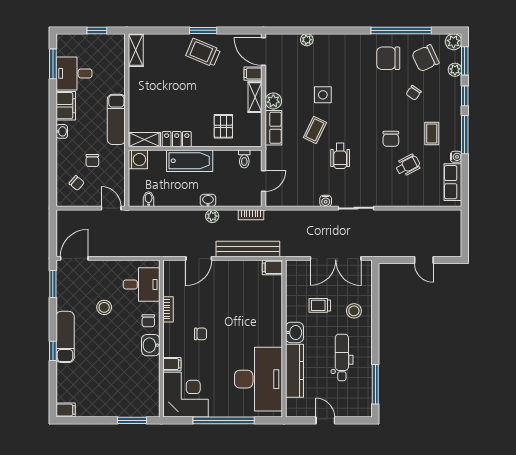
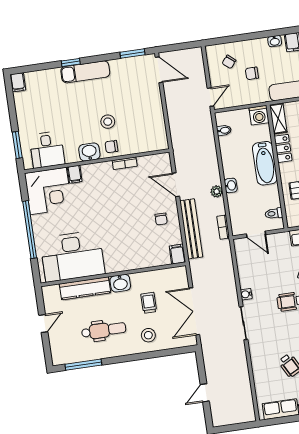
desk: (142, 285) -> (47, 150), moved
stool: (104, 307) -> (108, 122), moved
chair: (201, 334) -> (161, 219), moved

